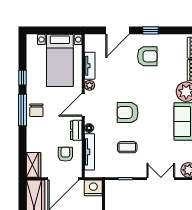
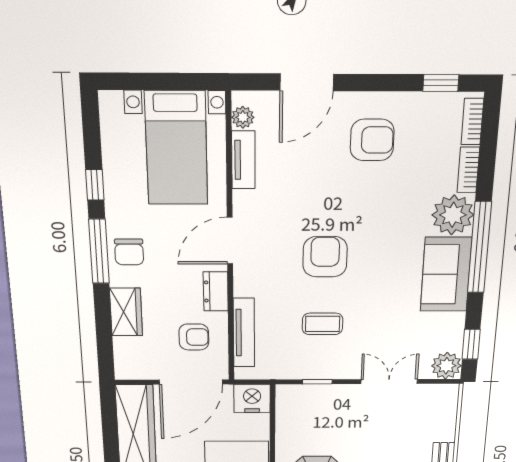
window: (150, 30) -> (441, 83), moved
plant: (90, 85) -> (243, 117), moved
armchair: (128, 113) -> (325, 257), turned 90
floor lamp: (89, 128) -> (243, 287), removed
armchair: (65, 154) -> (194, 337), turned 90
wardrobe: (33, 165) -> (126, 312), moved

